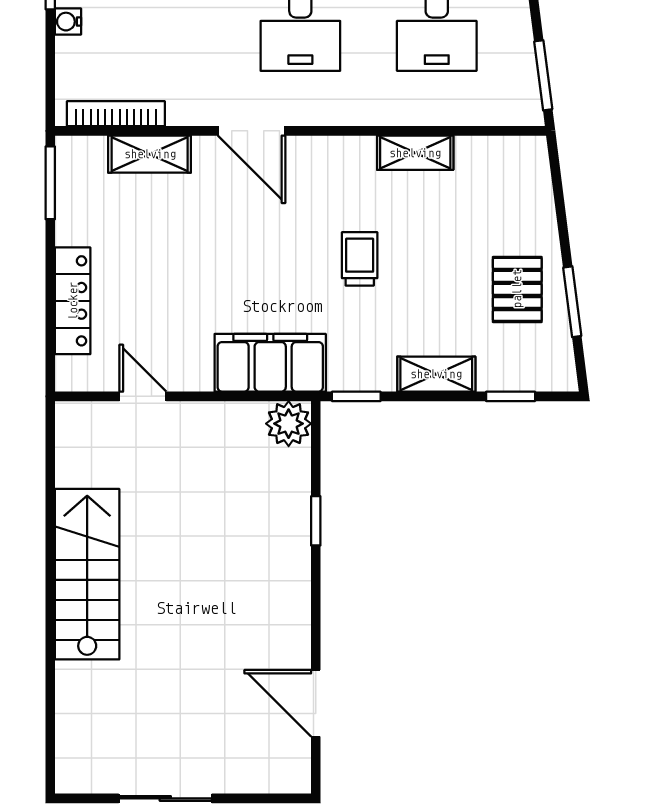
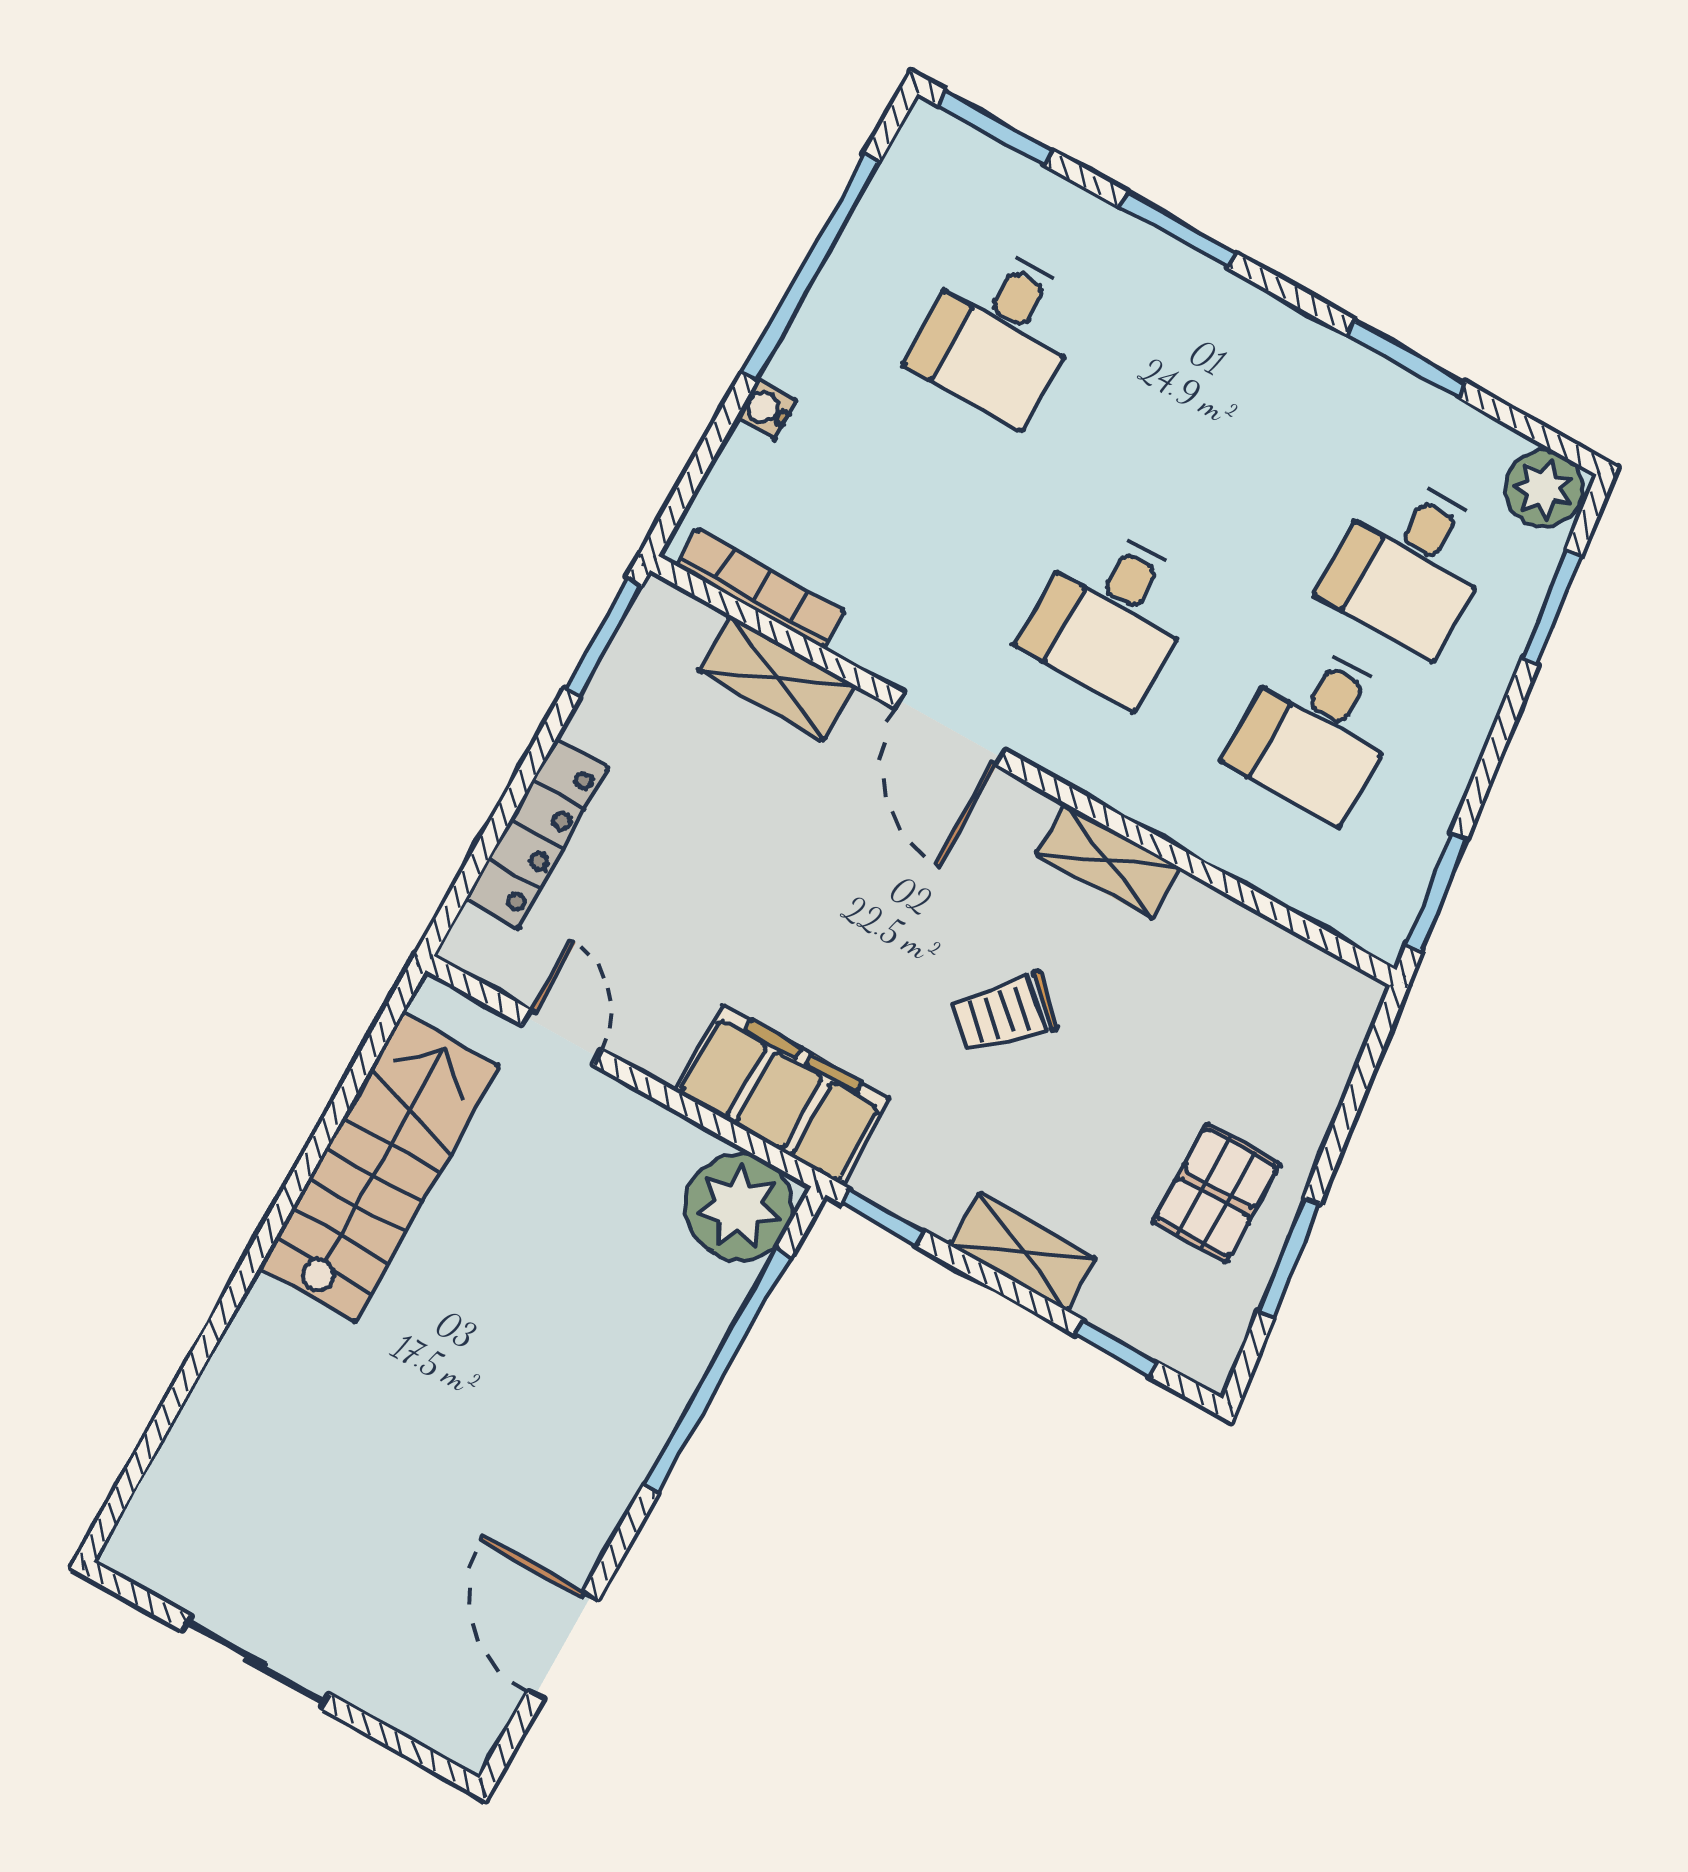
shelving: (415, 153) -> (1108, 861), moved
trolley: (360, 259) -> (1005, 1013), turned -137
plant: (289, 424) -> (739, 1207), width x1.36, depth x1.36
window: (316, 521) -> (717, 1371), width x3.17
stairs: (87, 574) -> (379, 1167), moved

